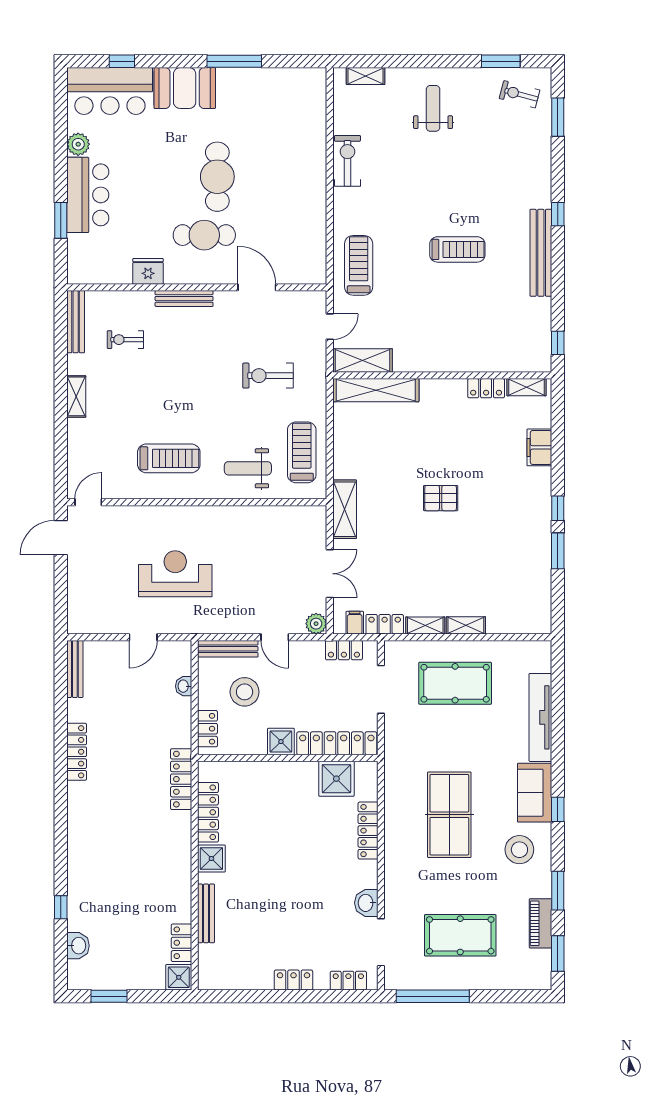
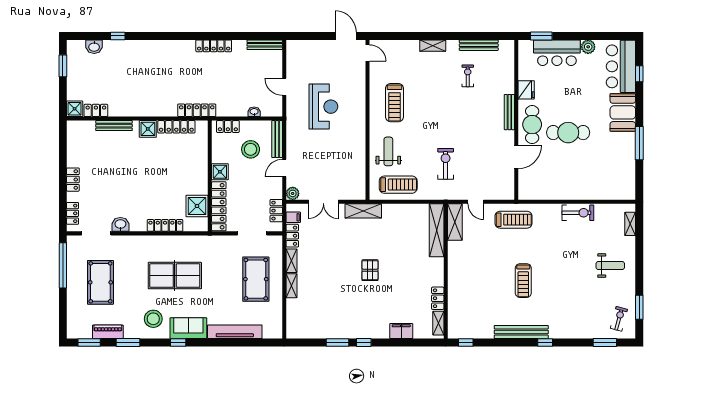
fridge: (148, 271) -> (526, 90), moved
wall: (197, 287) -> (516, 120), moved
door: (257, 287) -> (516, 157), moved
bench: (184, 299) -> (509, 112), moved

